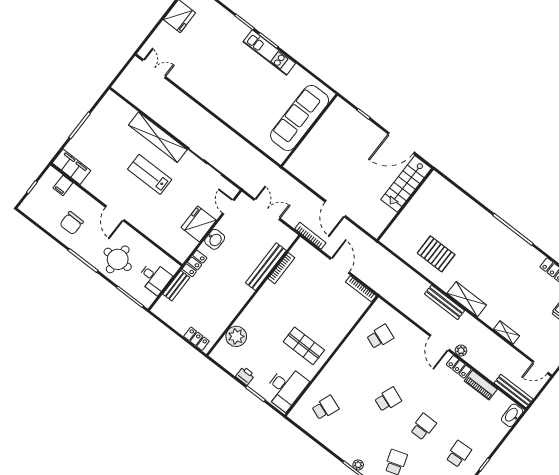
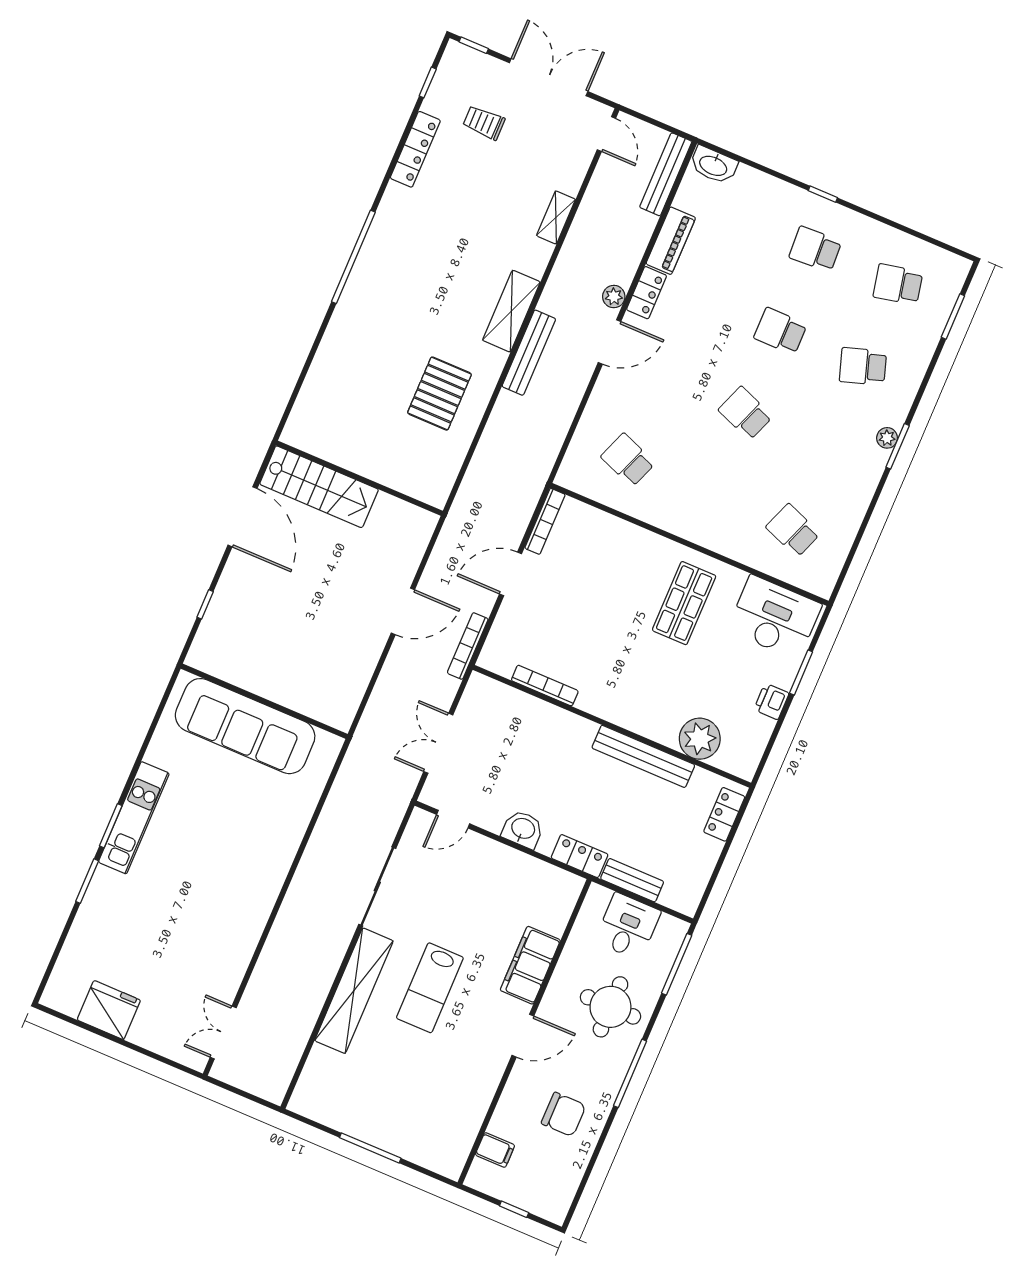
filing cabinet: (72, 167) -> (530, 965), moved
fridge: (199, 224) -> (501, 868), removed
bench: (266, 267) -> (643, 756), moved

